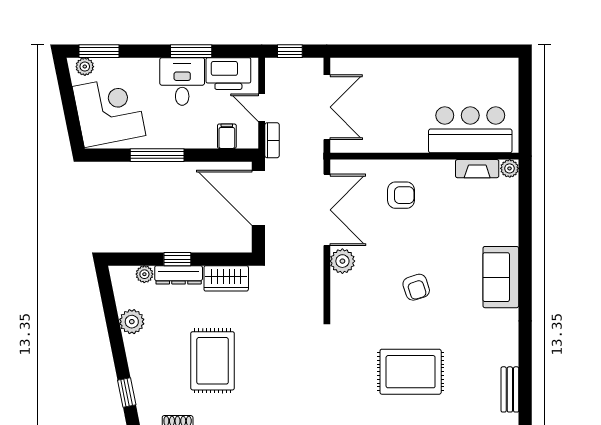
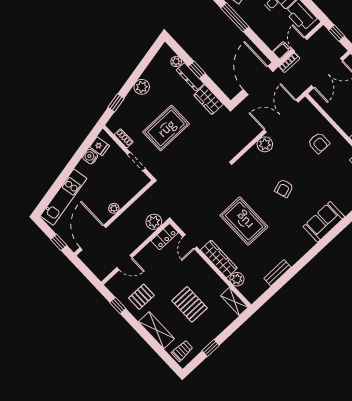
filing cabinet: (227, 136) -> (282, 51), moved
double door: (327, 210) -> (281, 116), swing flipped
plant: (132, 322) -> (142, 87), moved

